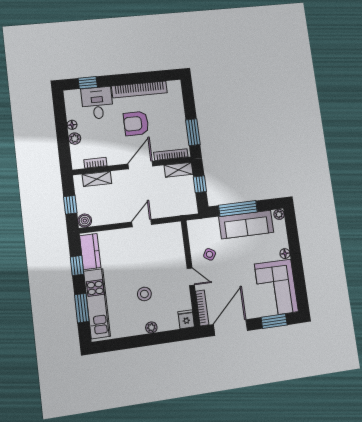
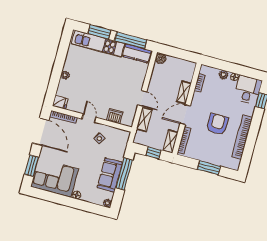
desk: (97, 103) -> (248, 90), moved, turned -90
window: (193, 132) -> (209, 168), moved
door: (140, 165) -> (185, 115), swing flipped
shelving: (97, 179) -> (184, 92), moved
window: (70, 205) -> (176, 53), removed
shelving: (165, 211) -> (144, 119), added
sofa: (246, 225) -> (110, 175), width x0.73
dishwasher: (176, 247) -> (115, 116), added
window: (77, 266) -> (131, 40), width x2.17
door: (191, 277) -> (89, 118), swing flipped
stool: (144, 294) -> (91, 80), removed

